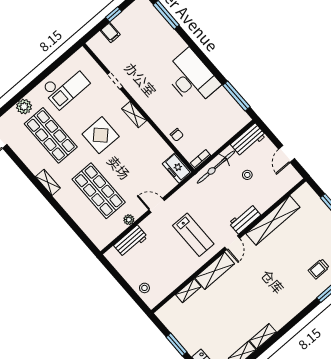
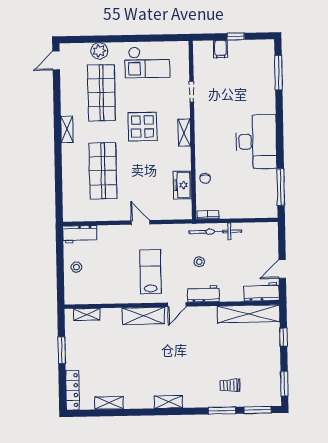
workbench: (248, 140) -> (262, 292), moved, turned 180
freezer: (177, 168) -> (182, 185), moved
stool: (247, 175) -> (199, 262), moved
plant: (129, 220) -> (108, 215), removed
shelving: (273, 220) -> (248, 314), moved
lab bench: (193, 235) -> (150, 272), turned 180
workbench: (131, 241) -> (80, 234), moved
stool: (144, 288) -> (76, 267), moved
shelving: (188, 291) -> (87, 314), moved
shelving: (263, 336) -> (168, 402), moved

